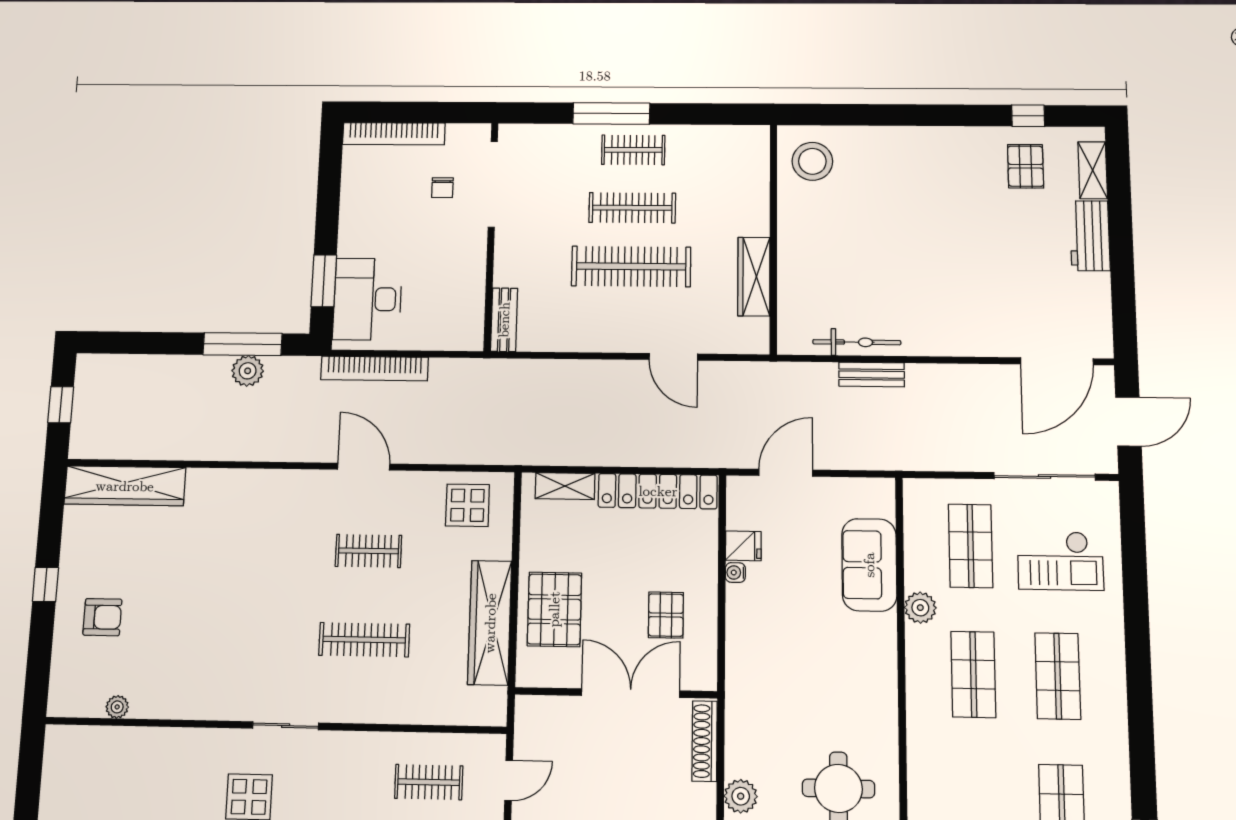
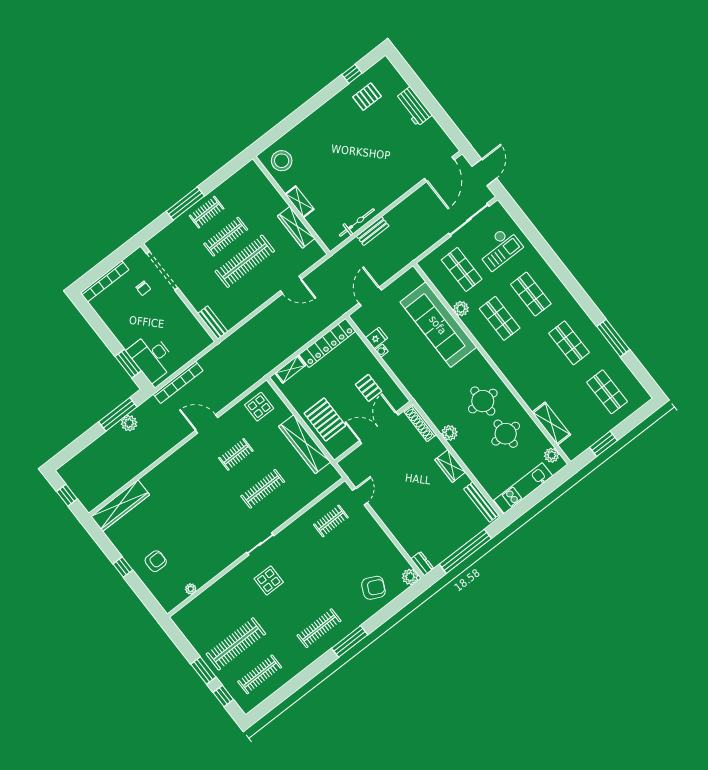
pallet: (1026, 166) -> (367, 97), turned 90
shelving: (1093, 170) -> (300, 202), moved
sofa: (869, 565) -> (438, 325), width x1.85, depth x1.27

